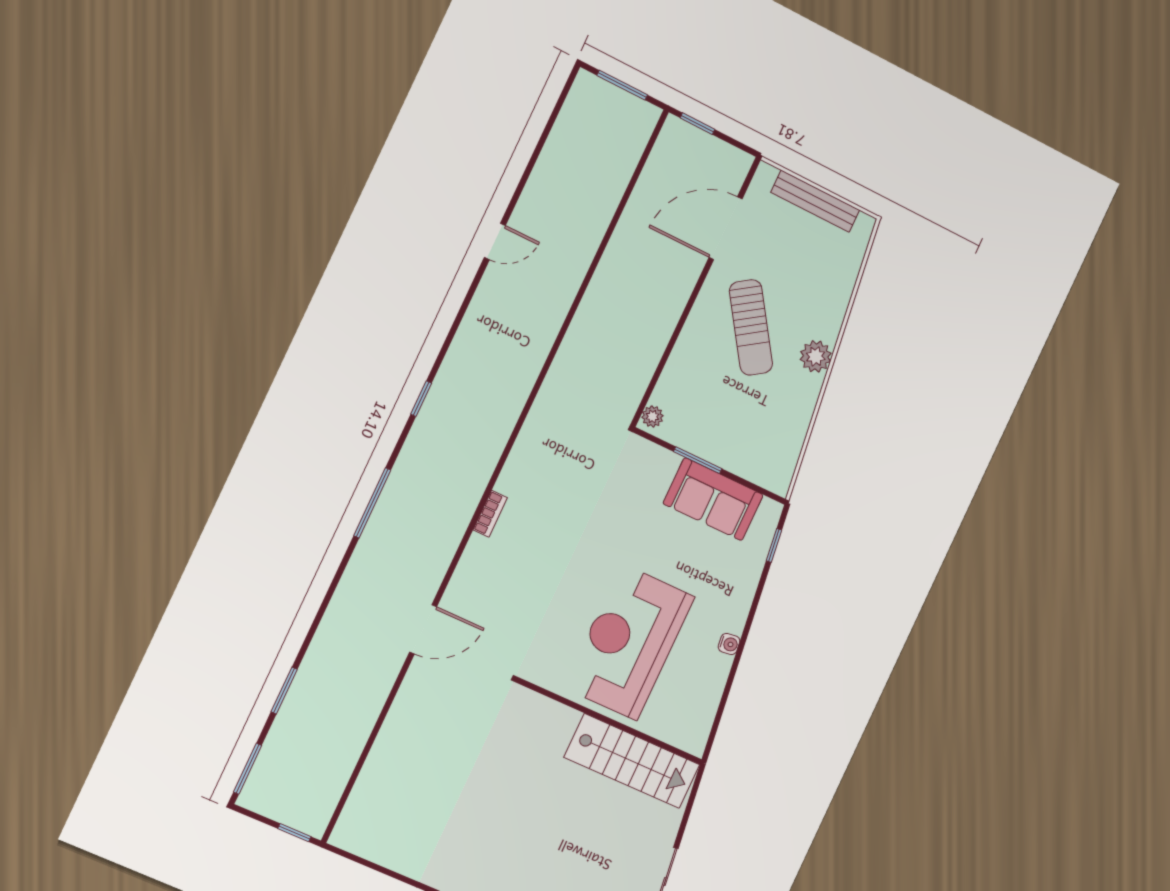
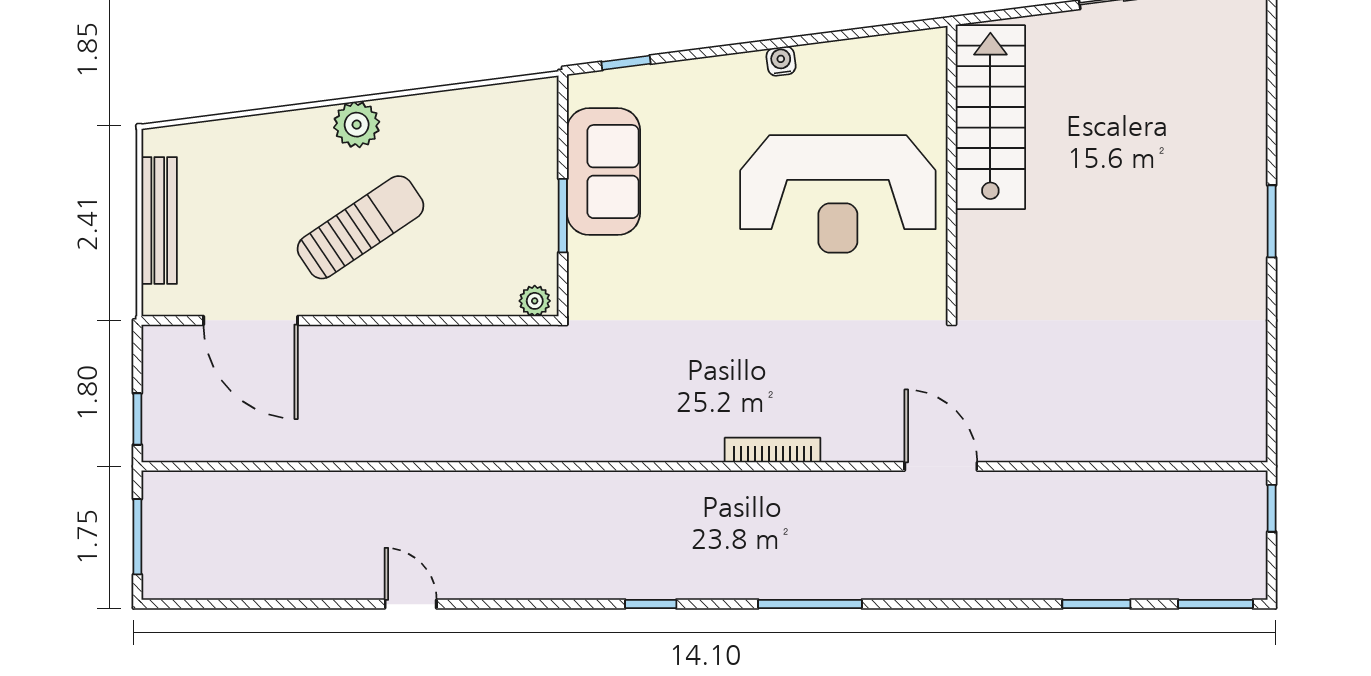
bookcase: (490, 514) -> (773, 450), width x1.56

